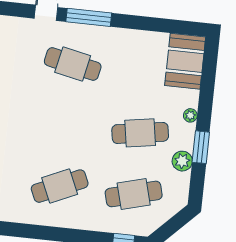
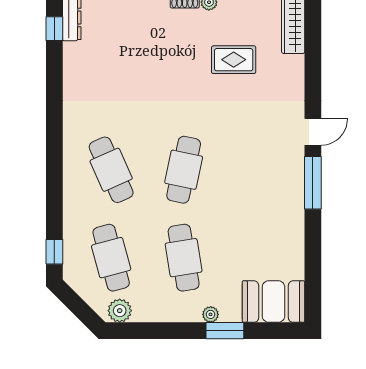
cafe table: (73, 64) -> (184, 170), moved
window: (201, 147) -> (225, 331), moved
plant: (182, 161) -> (120, 311), moved

